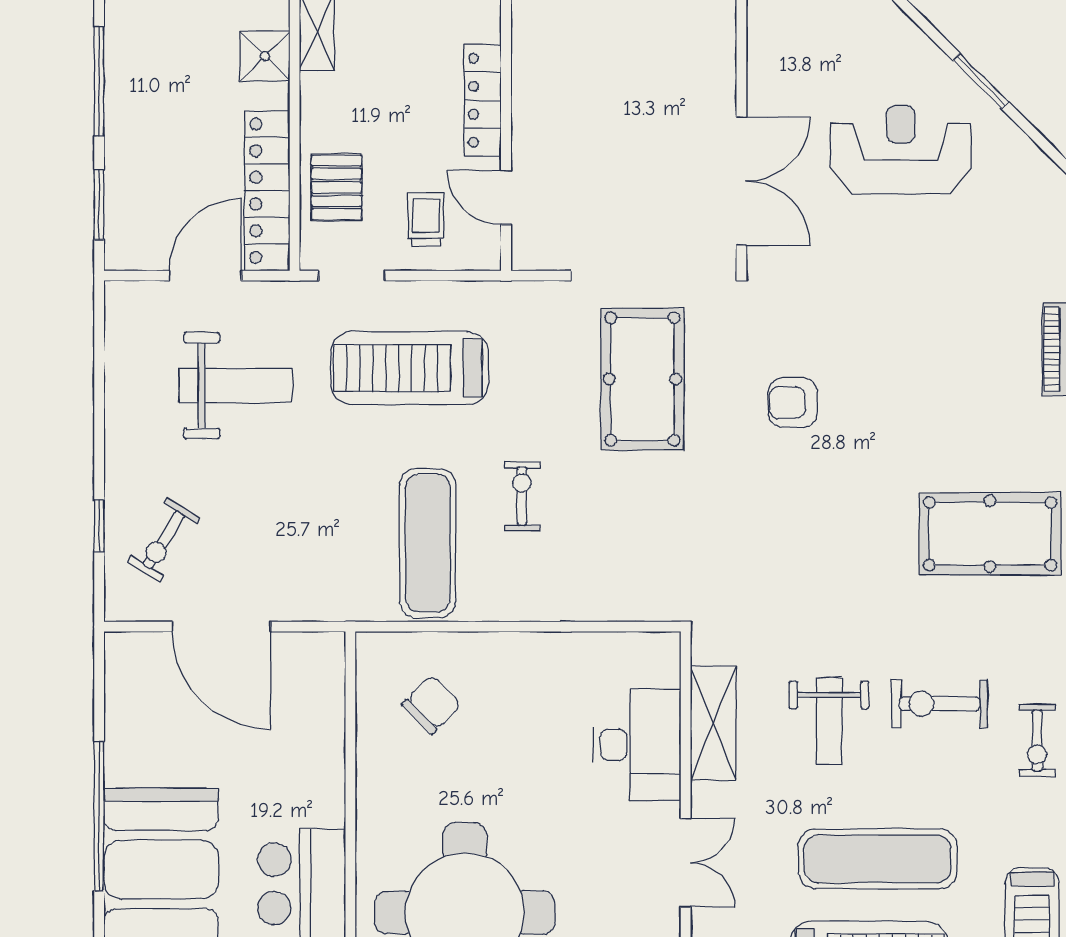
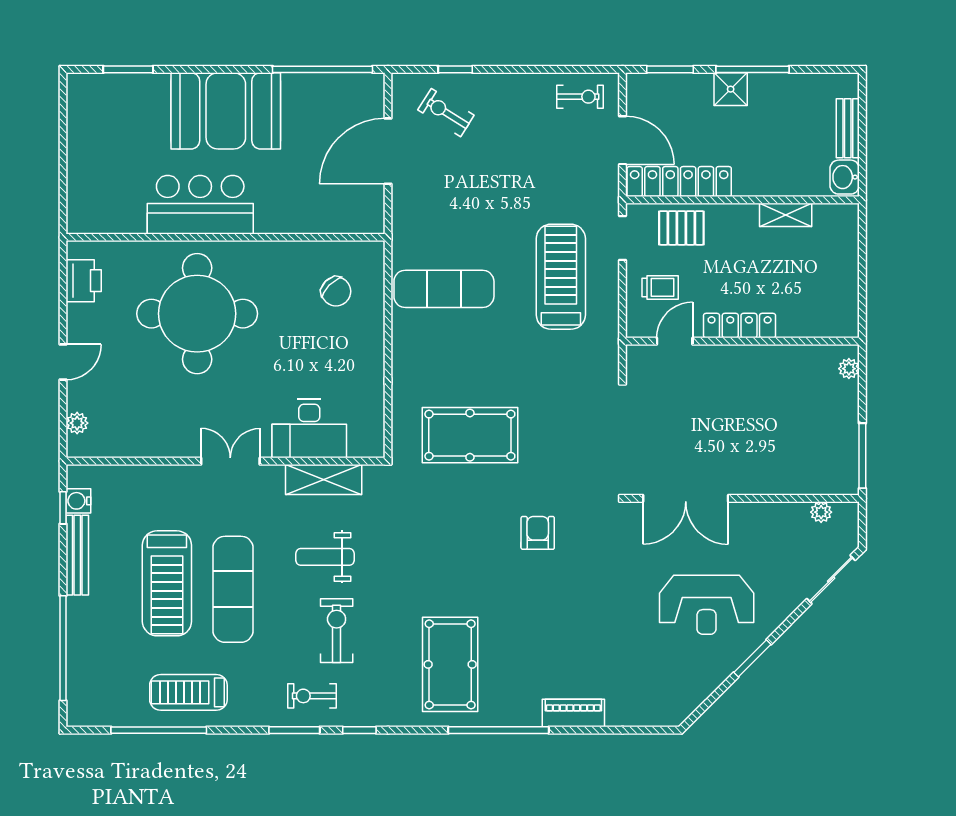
shower: (265, 56) -> (731, 89), moved
reception desk: (901, 150) -> (707, 605), turned 90
pool table: (642, 379) -> (470, 435), moved
weight bench: (236, 385) -> (549, 161), removed
exercise bike: (522, 496) -> (580, 97), moved
window: (99, 816) -> (323, 69), moved
double door: (686, 863) -> (230, 461), swing flipped

